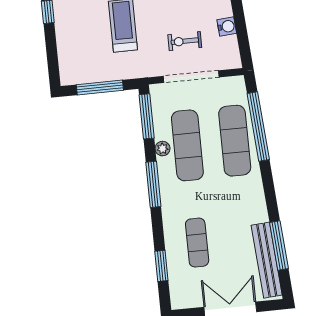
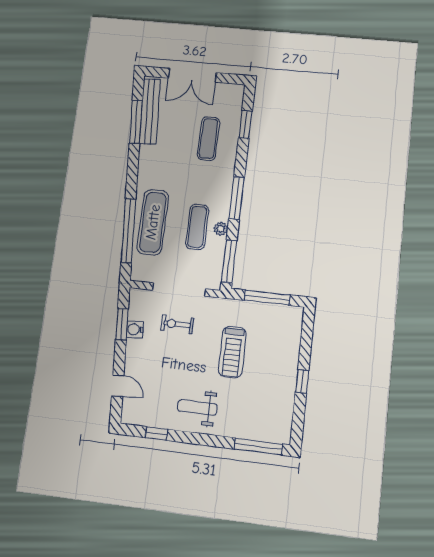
window: (241, 29) -> (122, 324), added
exercise bike: (185, 41) -> (177, 324), turned 180
exercise mat: (187, 145) -> (197, 227), width x0.73, depth x0.69

